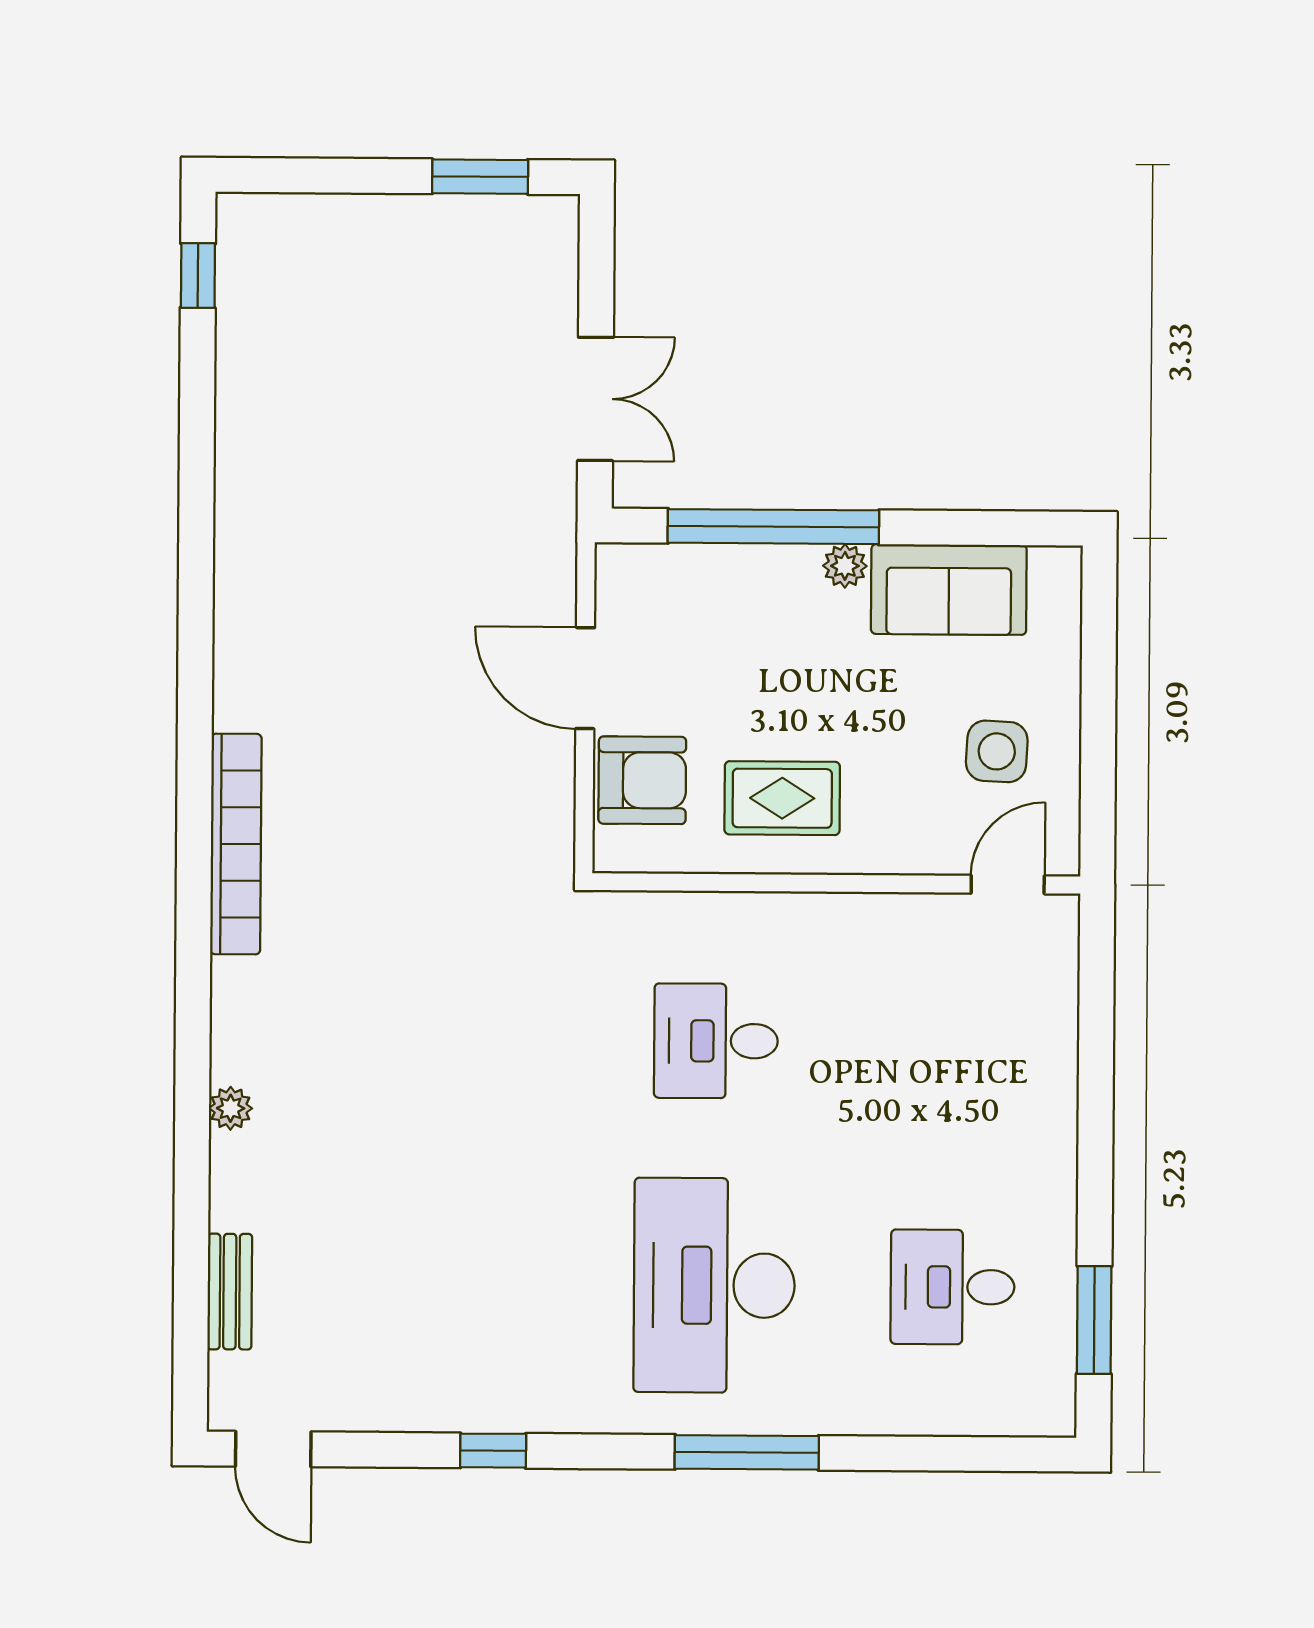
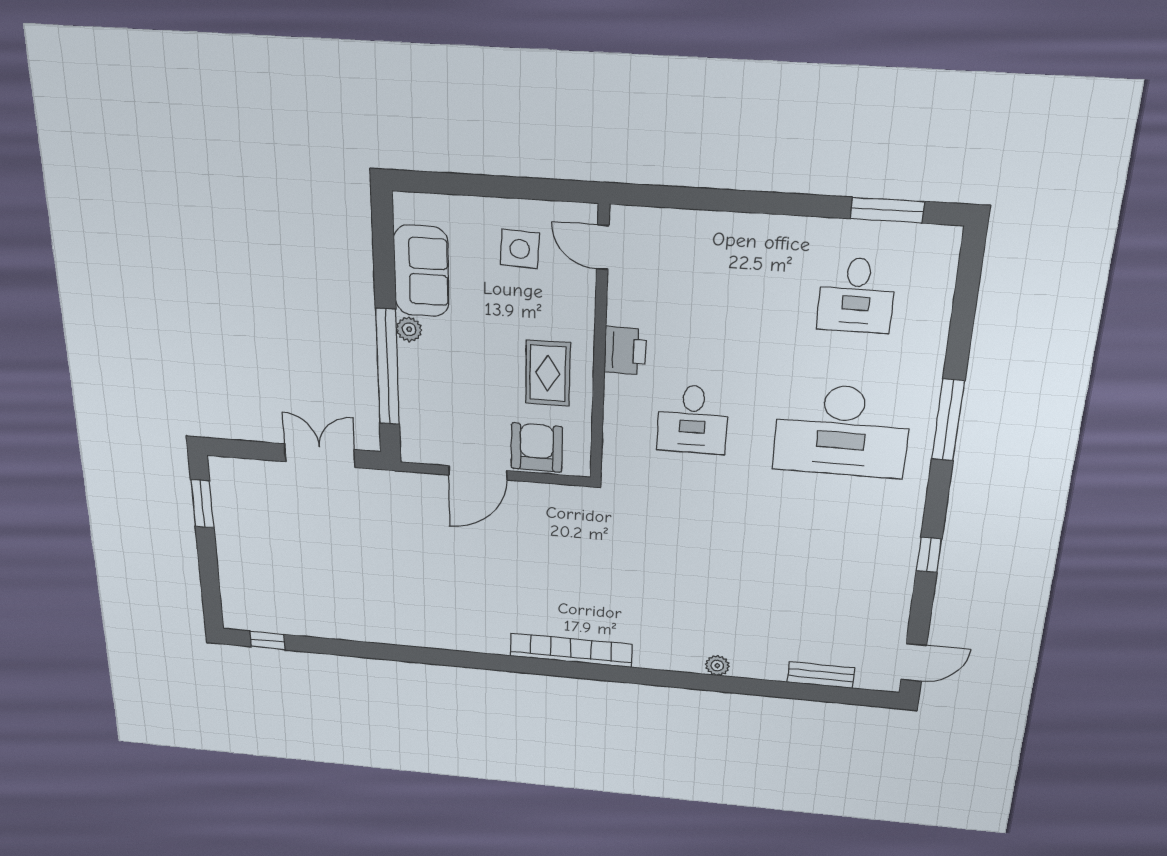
printer: (832, 926) -> (625, 351), added

